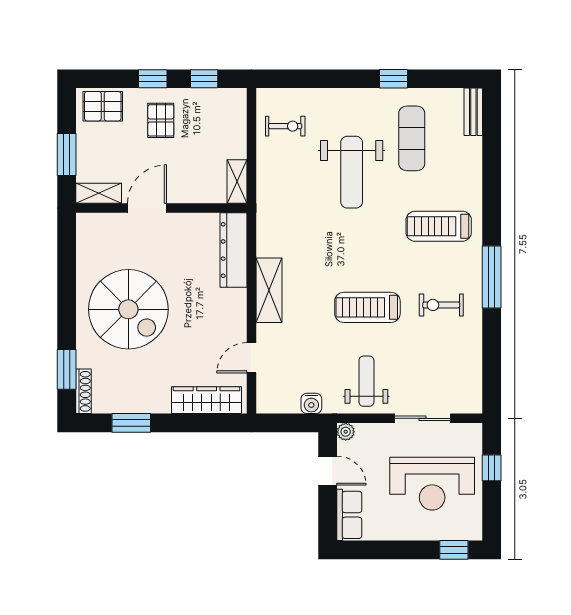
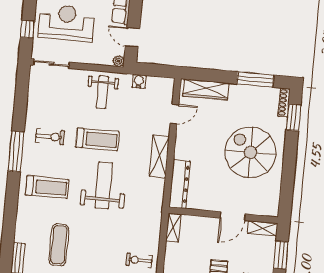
weight bench: (352, 172) -> (104, 185), moved
sliding door: (423, 418) -> (51, 64), moved
window: (131, 423) -> (255, 79), width x1.44

